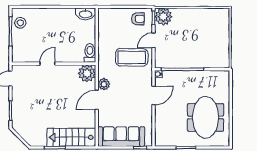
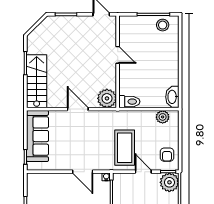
plant: (104, 84) -> (163, 117), moved

